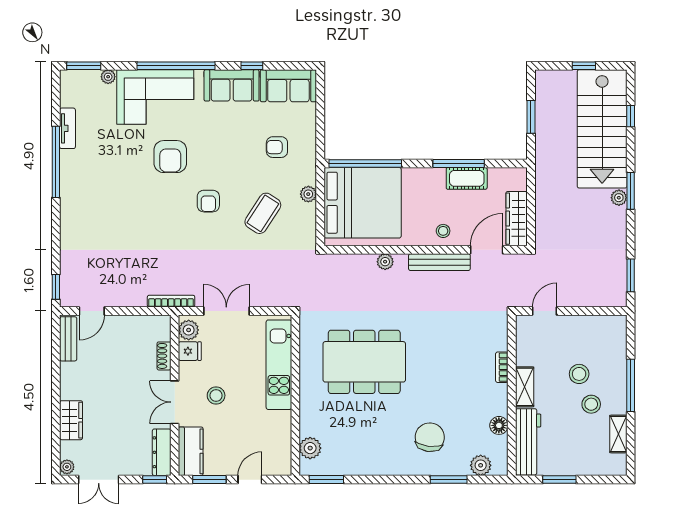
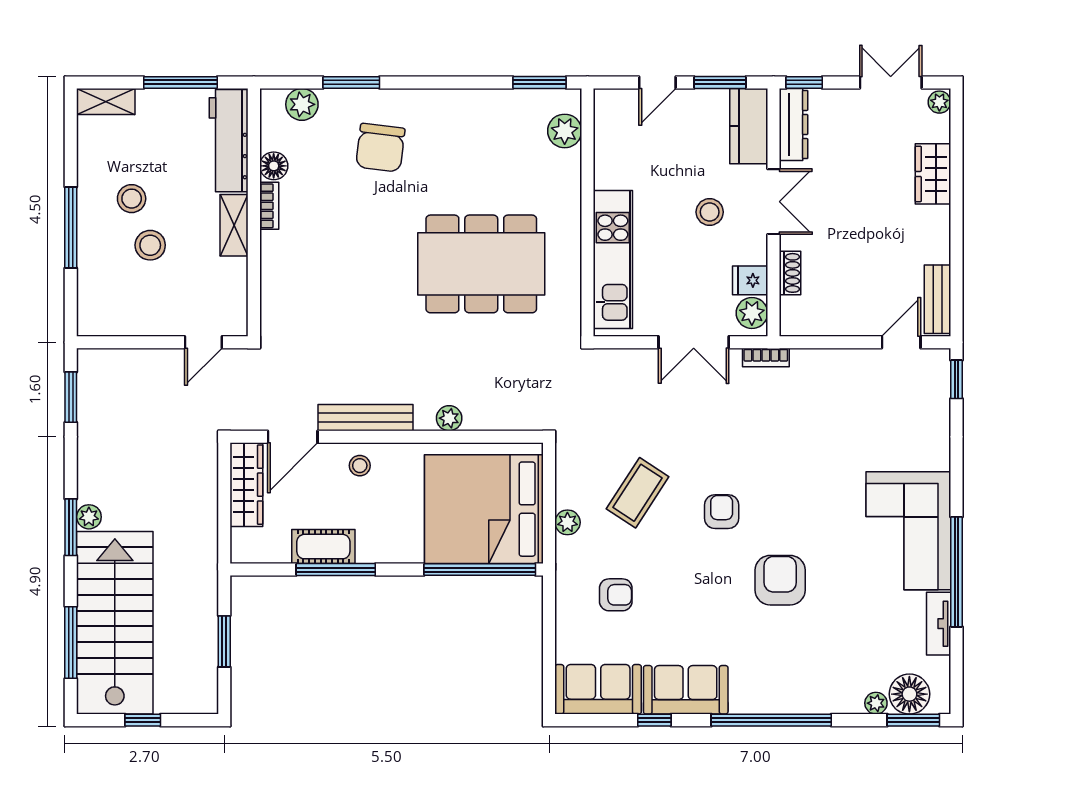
floor lamp: (86, 83) -> (909, 694), added
corner sofa: (155, 97) -> (908, 531), moved, turned -90
window: (631, 116) -> (71, 642), width x2.17
bookcase: (171, 301) -> (766, 357), width x0.64
bookcase: (502, 367) -> (269, 206), moved
shelving: (618, 434) -> (106, 101), moved, turned 90
window: (559, 480) -> (181, 82), width x1.44

